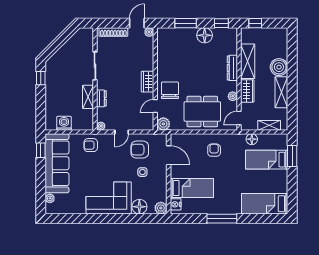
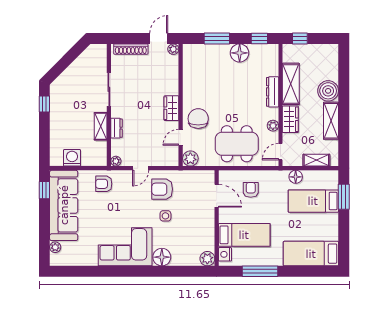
door: (169, 155) -> (217, 196), moved
wall: (169, 174) -> (217, 218), moved
bed: (192, 188) -> (244, 235), moved
nightstand: (176, 204) -> (225, 254), moved
plant: (161, 208) -> (207, 259), moved

